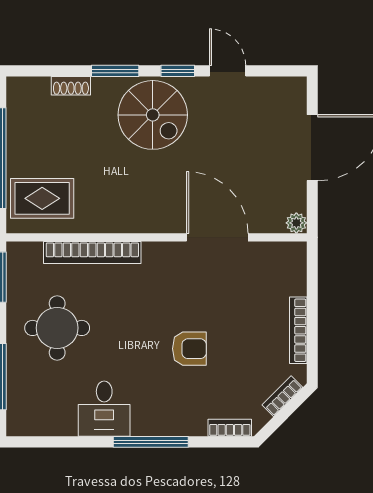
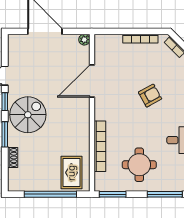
armchair: (189, 349) -> (150, 96), turned 61

